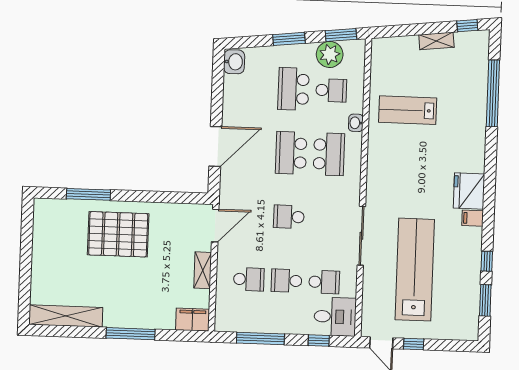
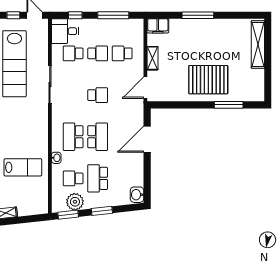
school desk: (294, 89) -> (98, 178), turned 180
shelving: (66, 316) -> (258, 44), moved, turned 90

